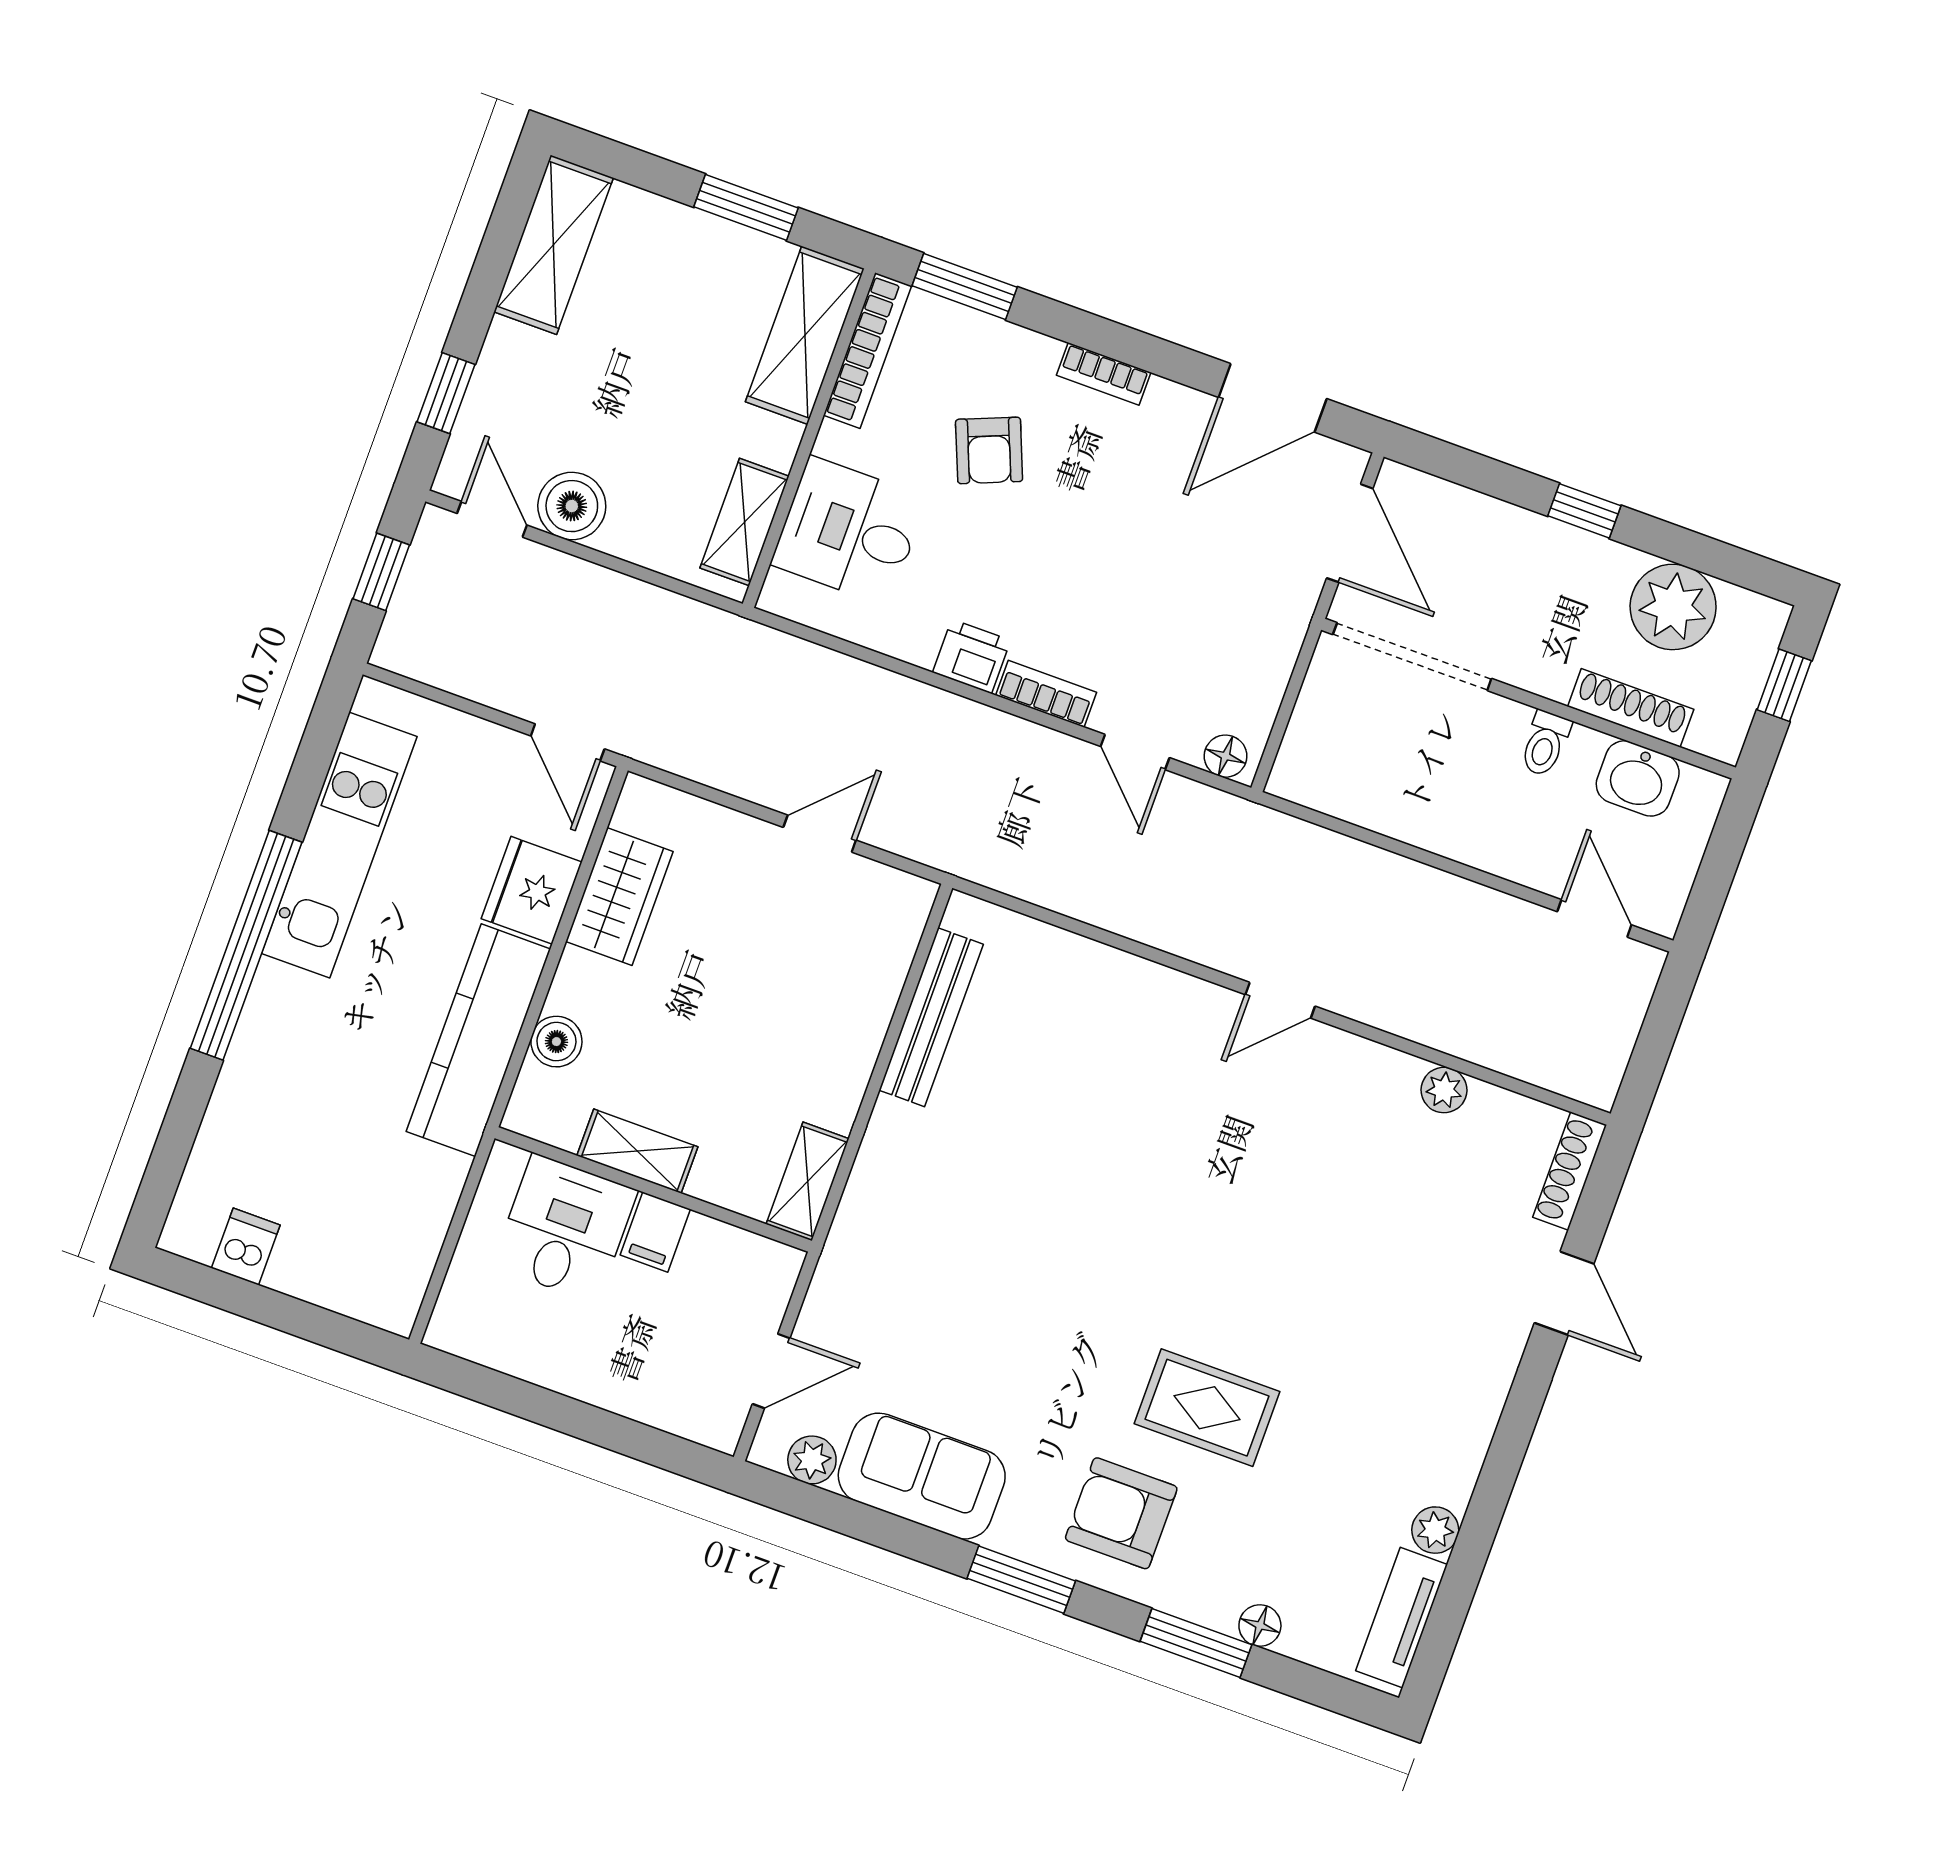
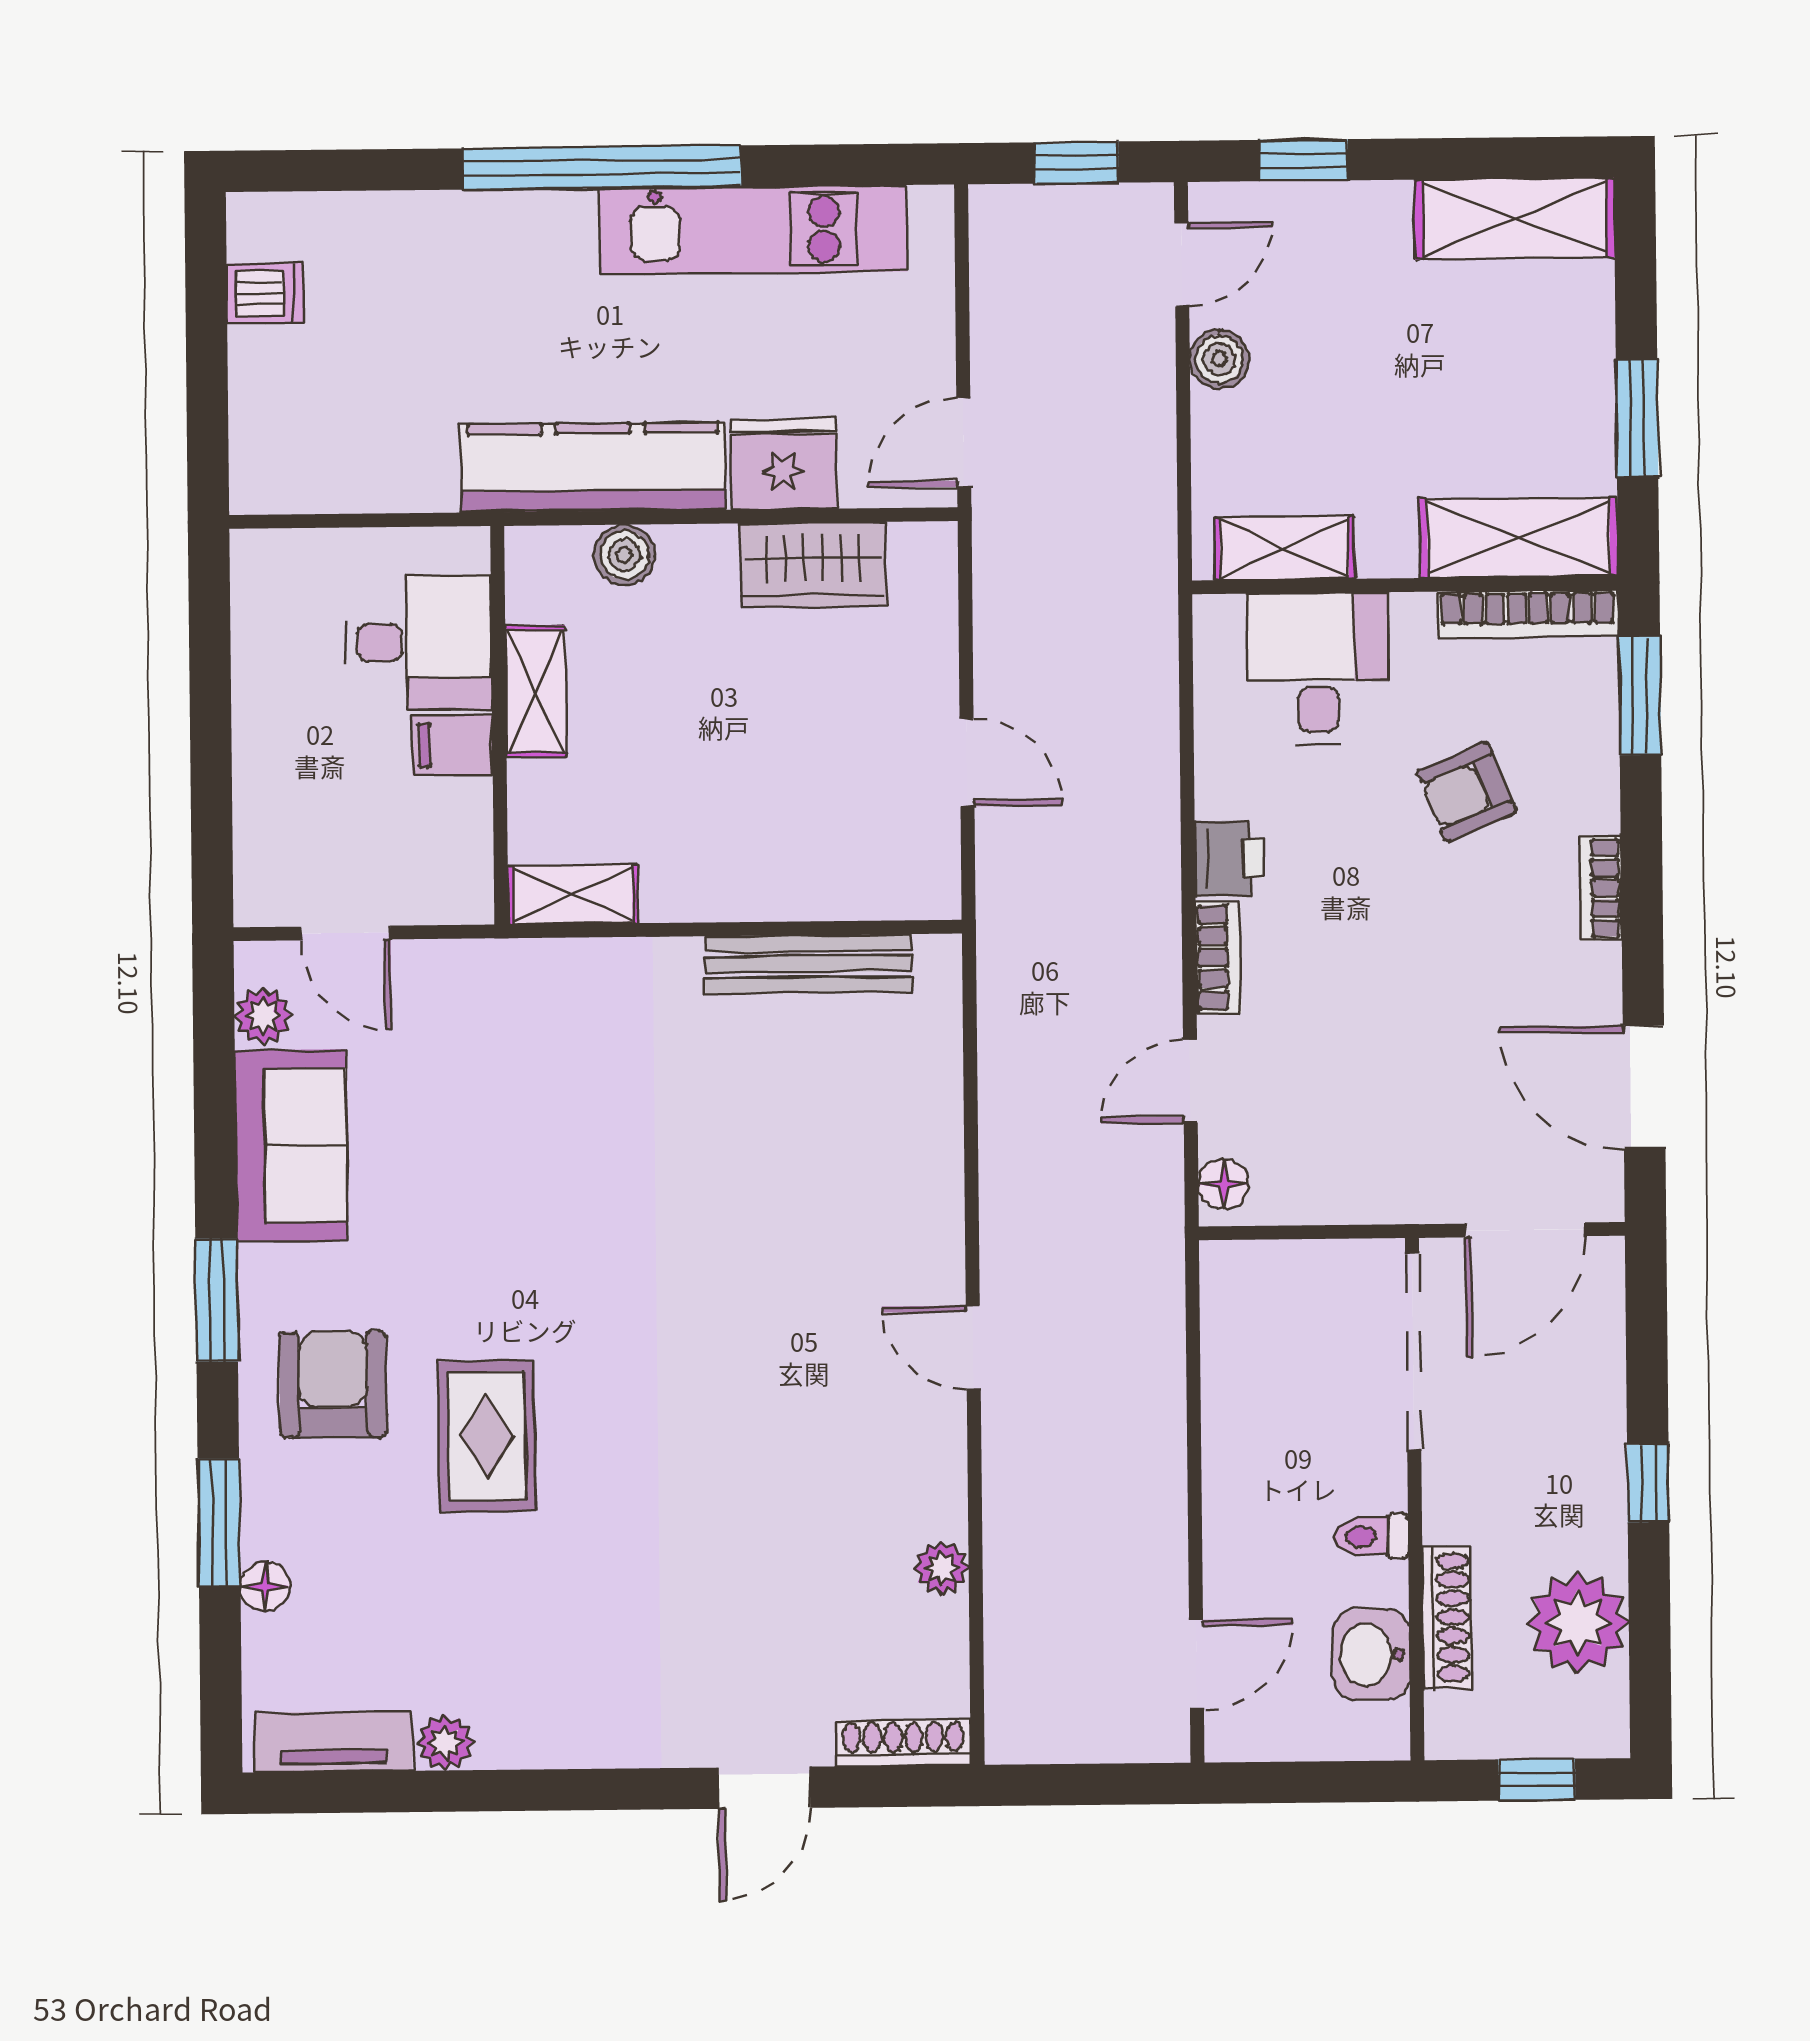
boiler: (572, 506) -> (1219, 359), width x0.73, depth x0.73

